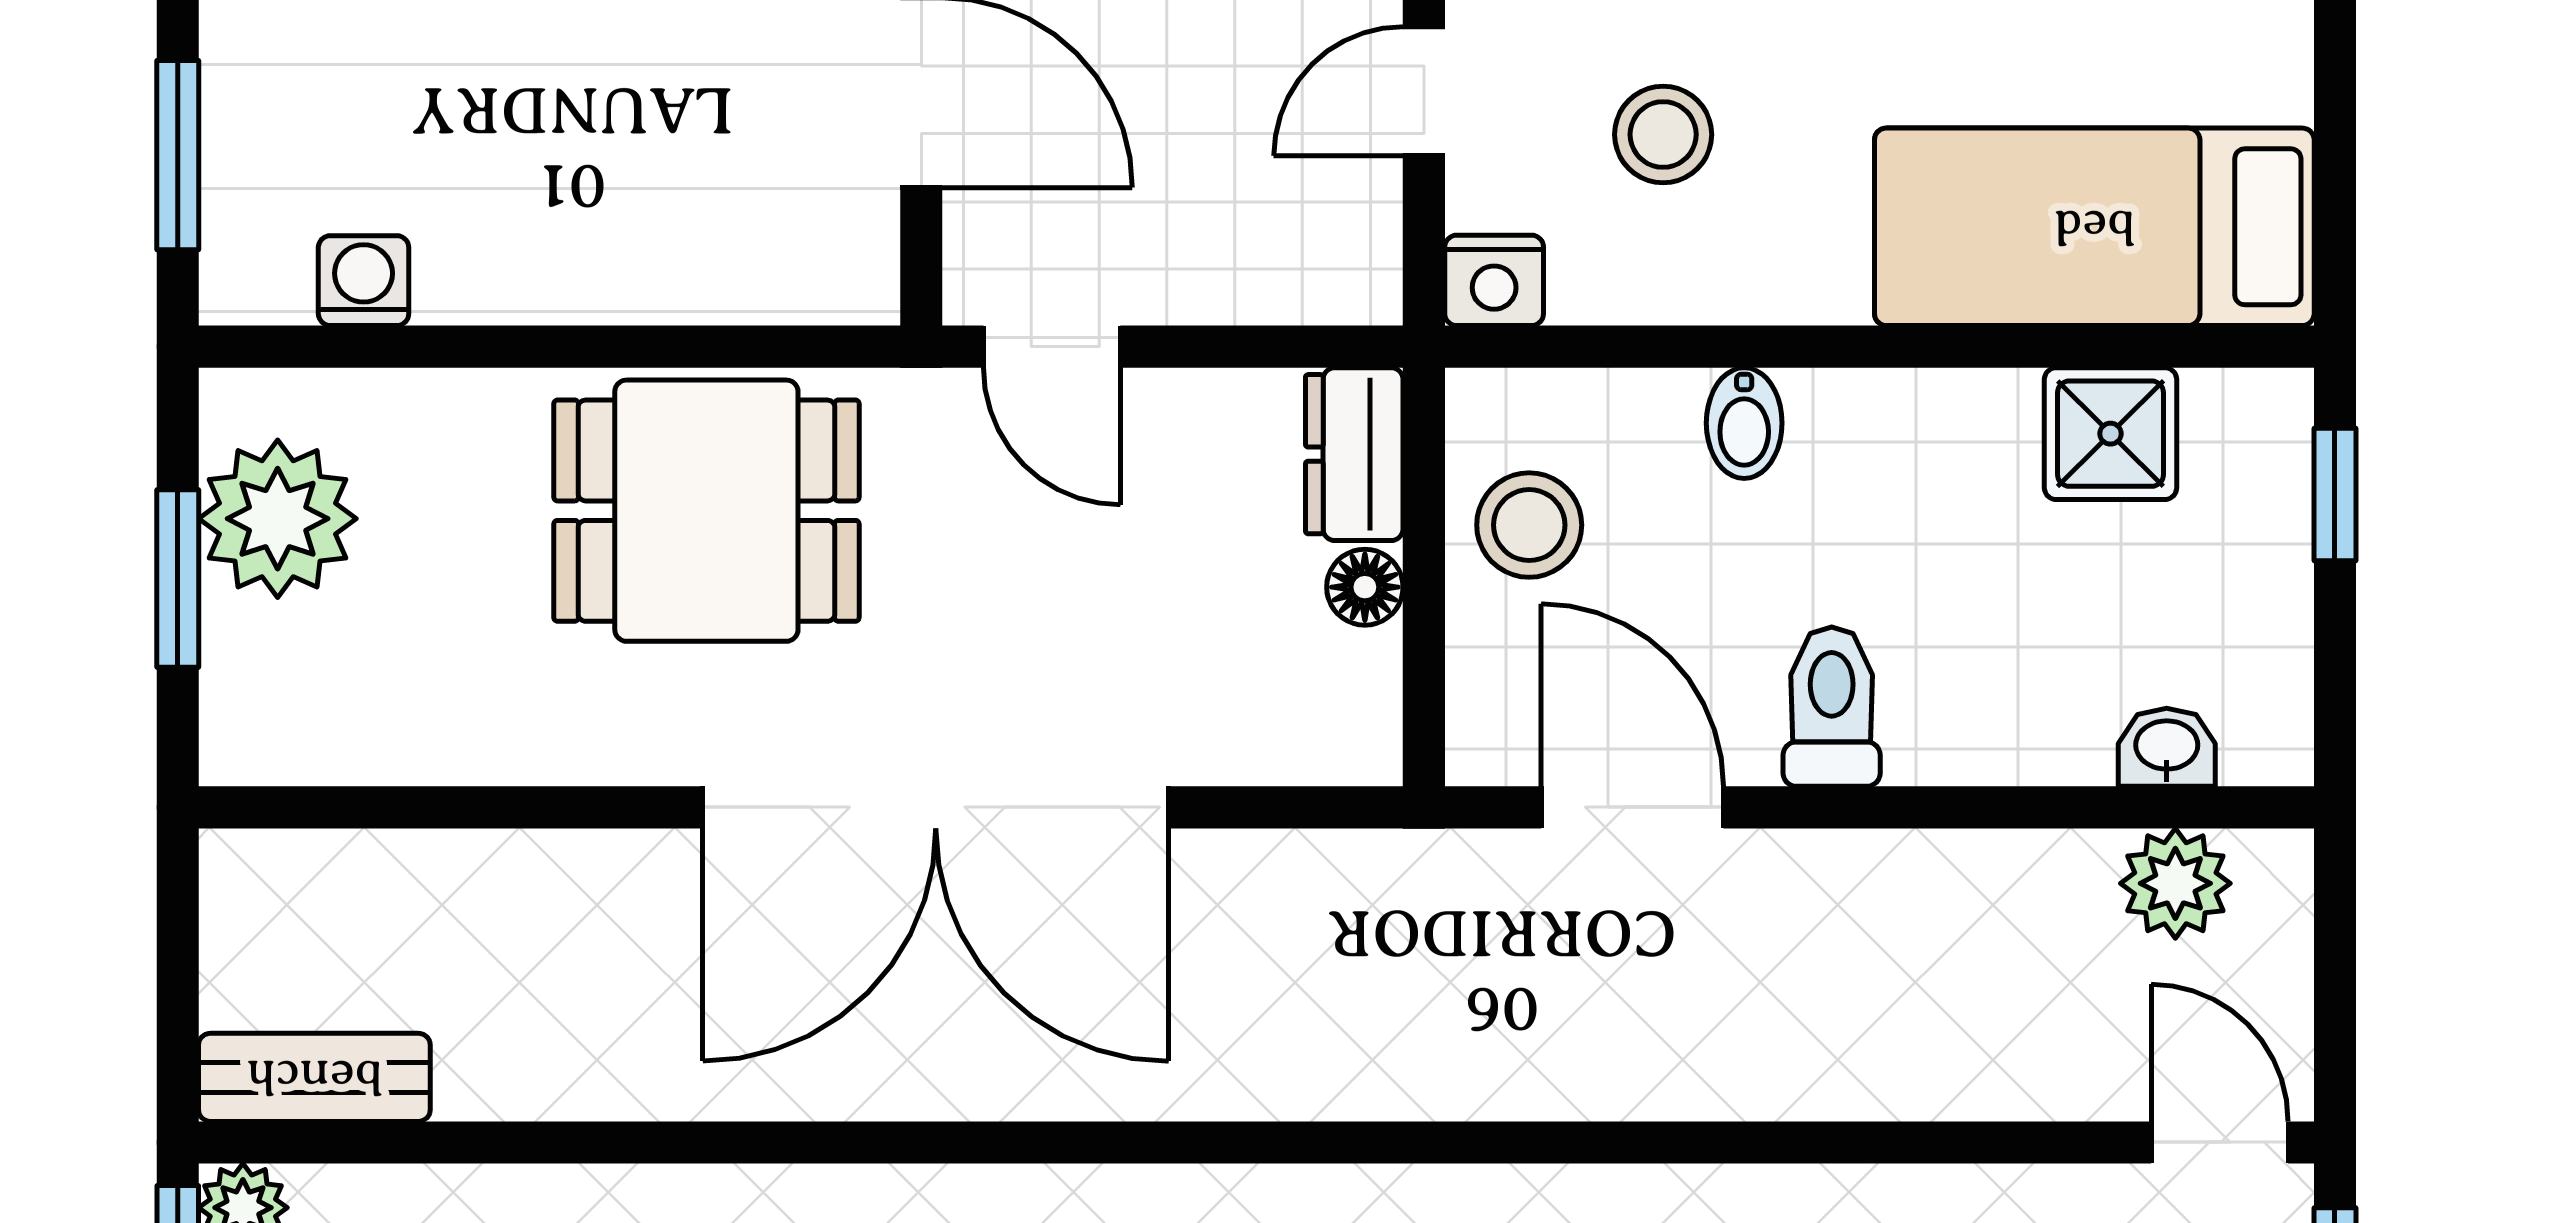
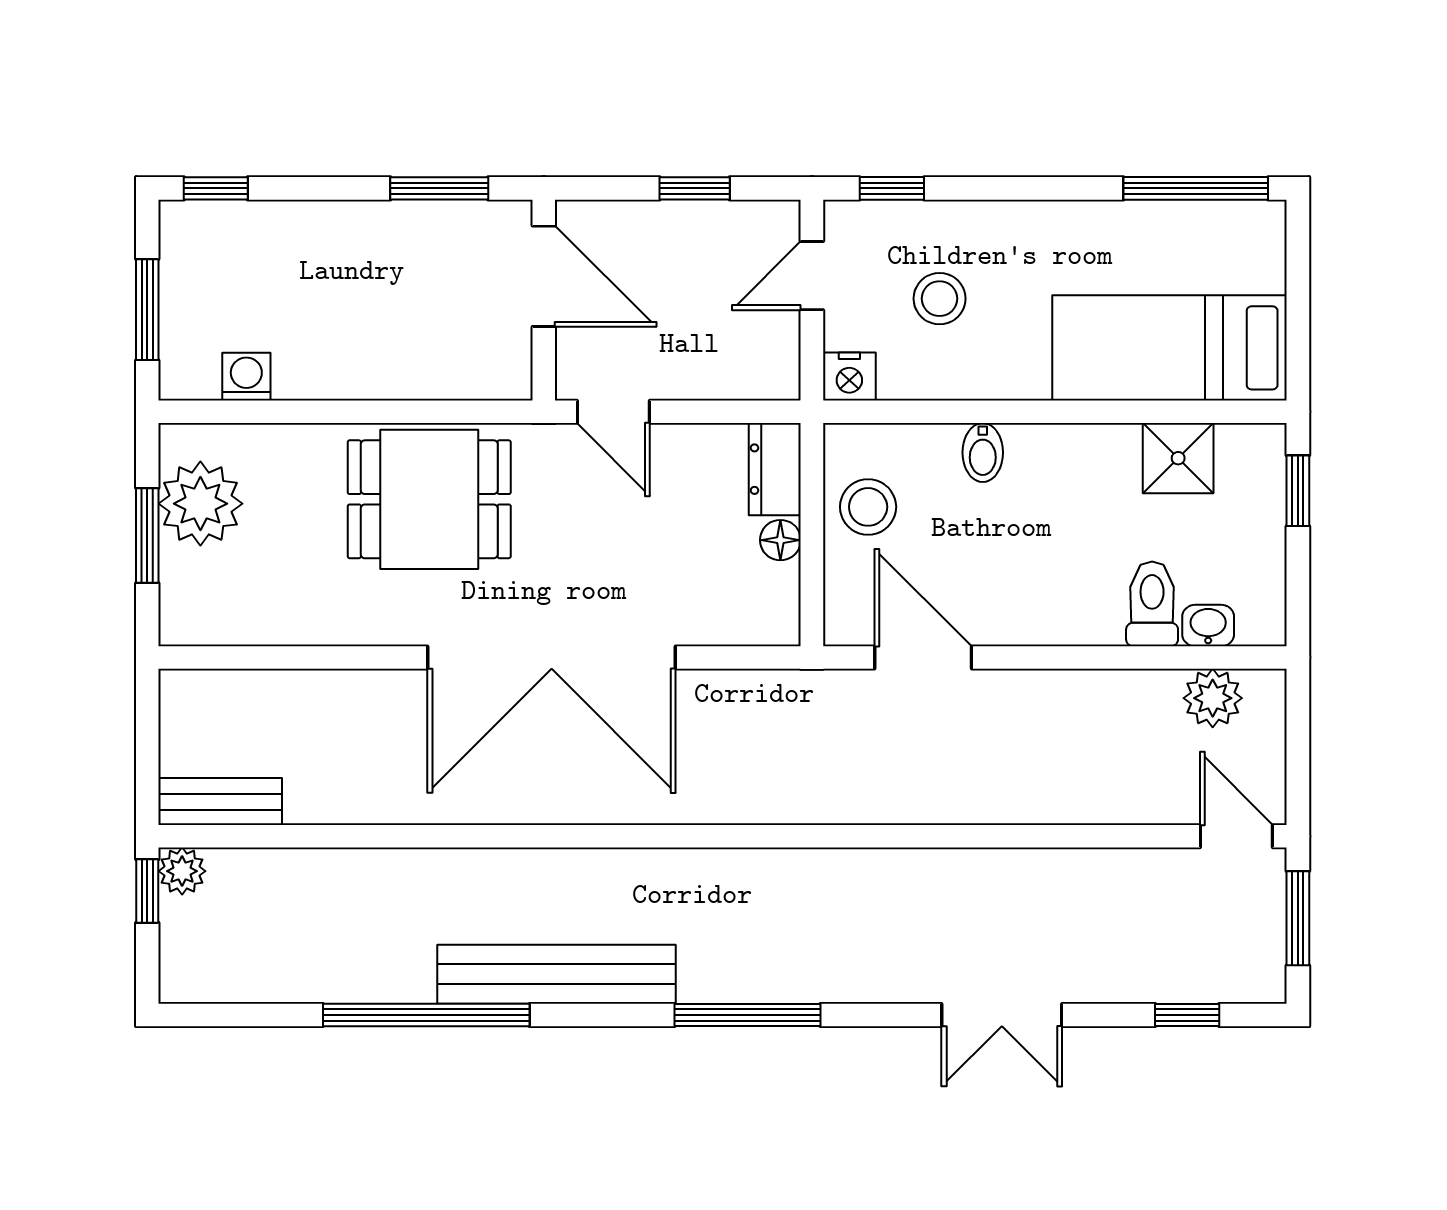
toilet: (1832, 707) -> (1152, 604), moved

